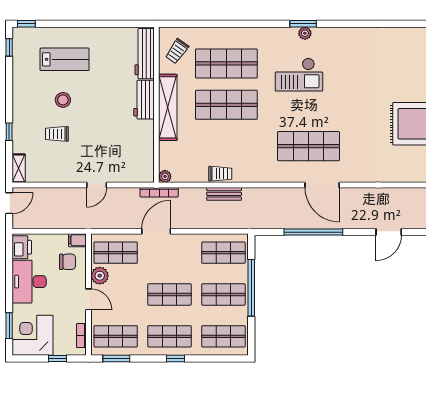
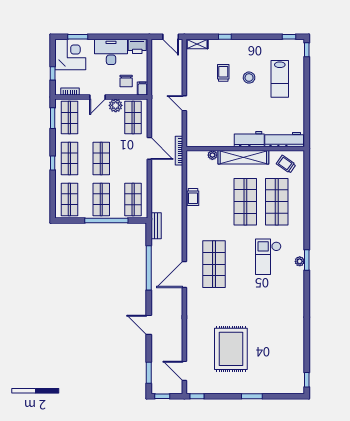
plant: (165, 176) -> (212, 155), moved
bench: (224, 194) -> (156, 226), moved

